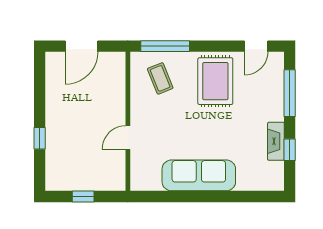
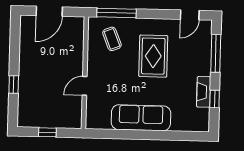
rug: (215, 81) -> (153, 56), moved

